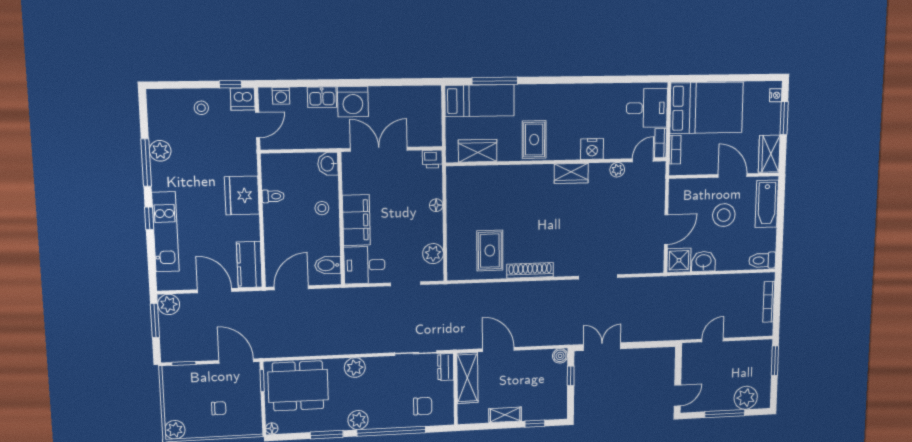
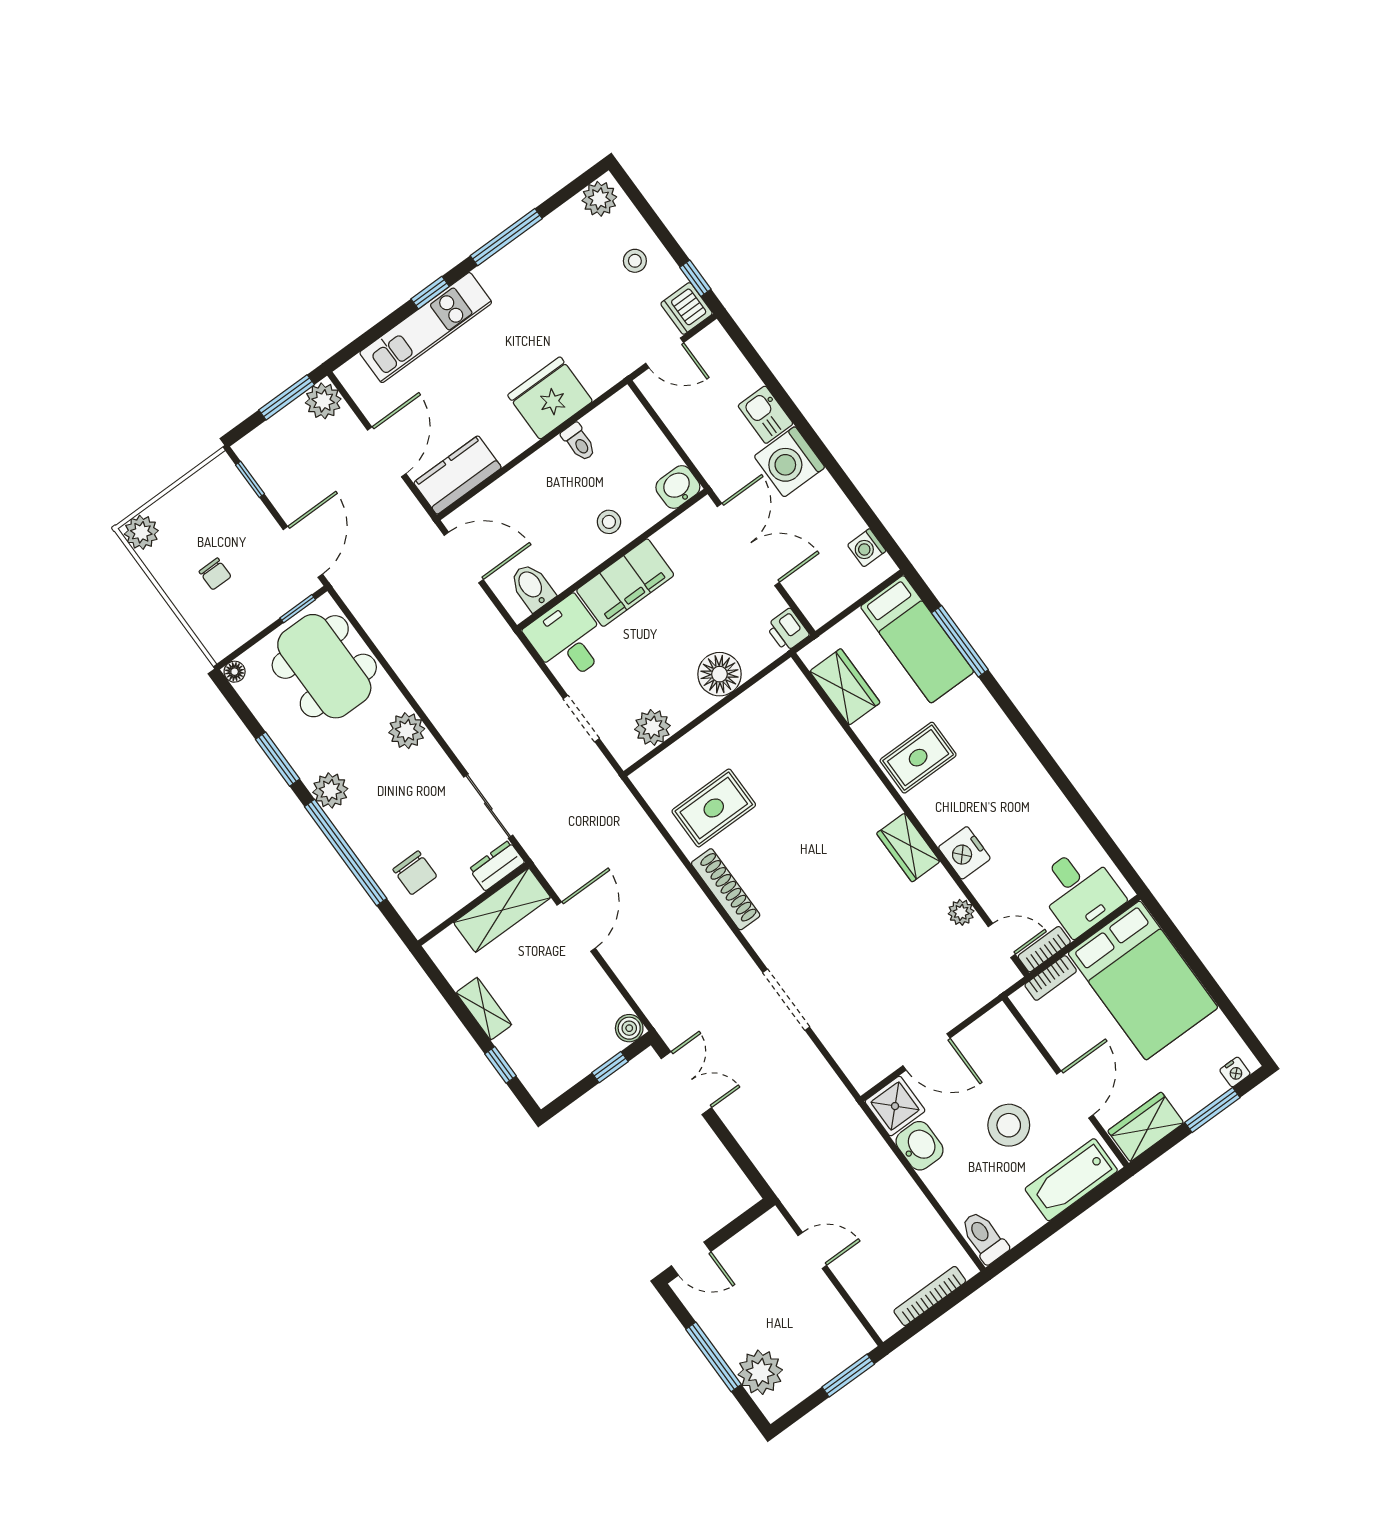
washing machine: (281, 96) -> (867, 548), moved
plant: (160, 151) -> (599, 199), moved
floor lamp: (436, 205) -> (720, 674), width x1.89, depth x1.89

